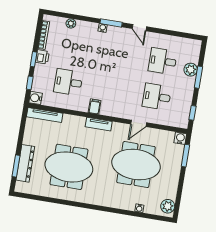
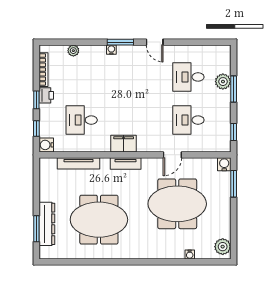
filing cabinet: (95, 107) -> (124, 144), width x2.00
tv unit: (45, 115) -> (79, 163), moved

